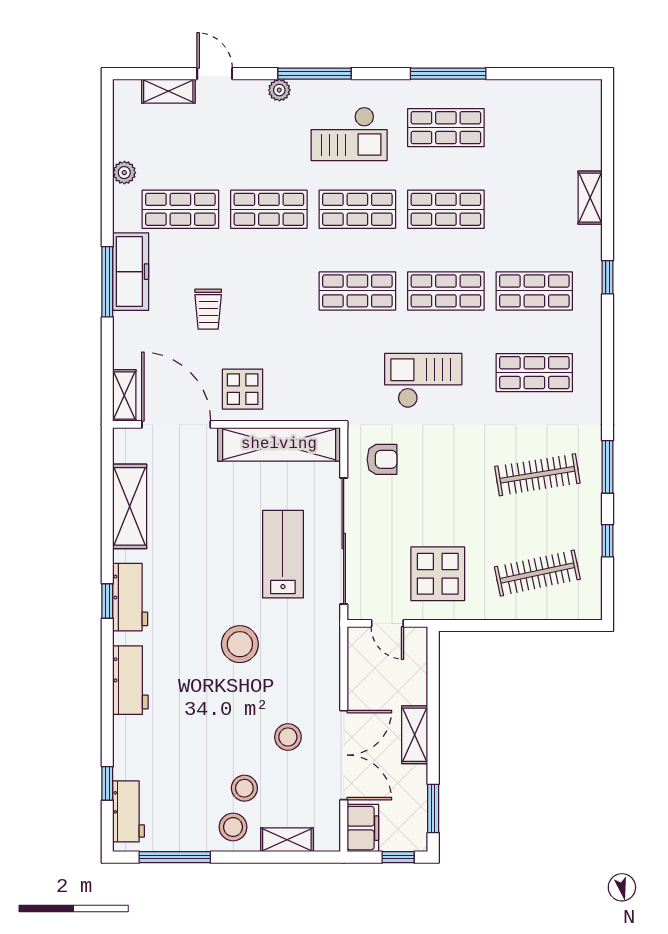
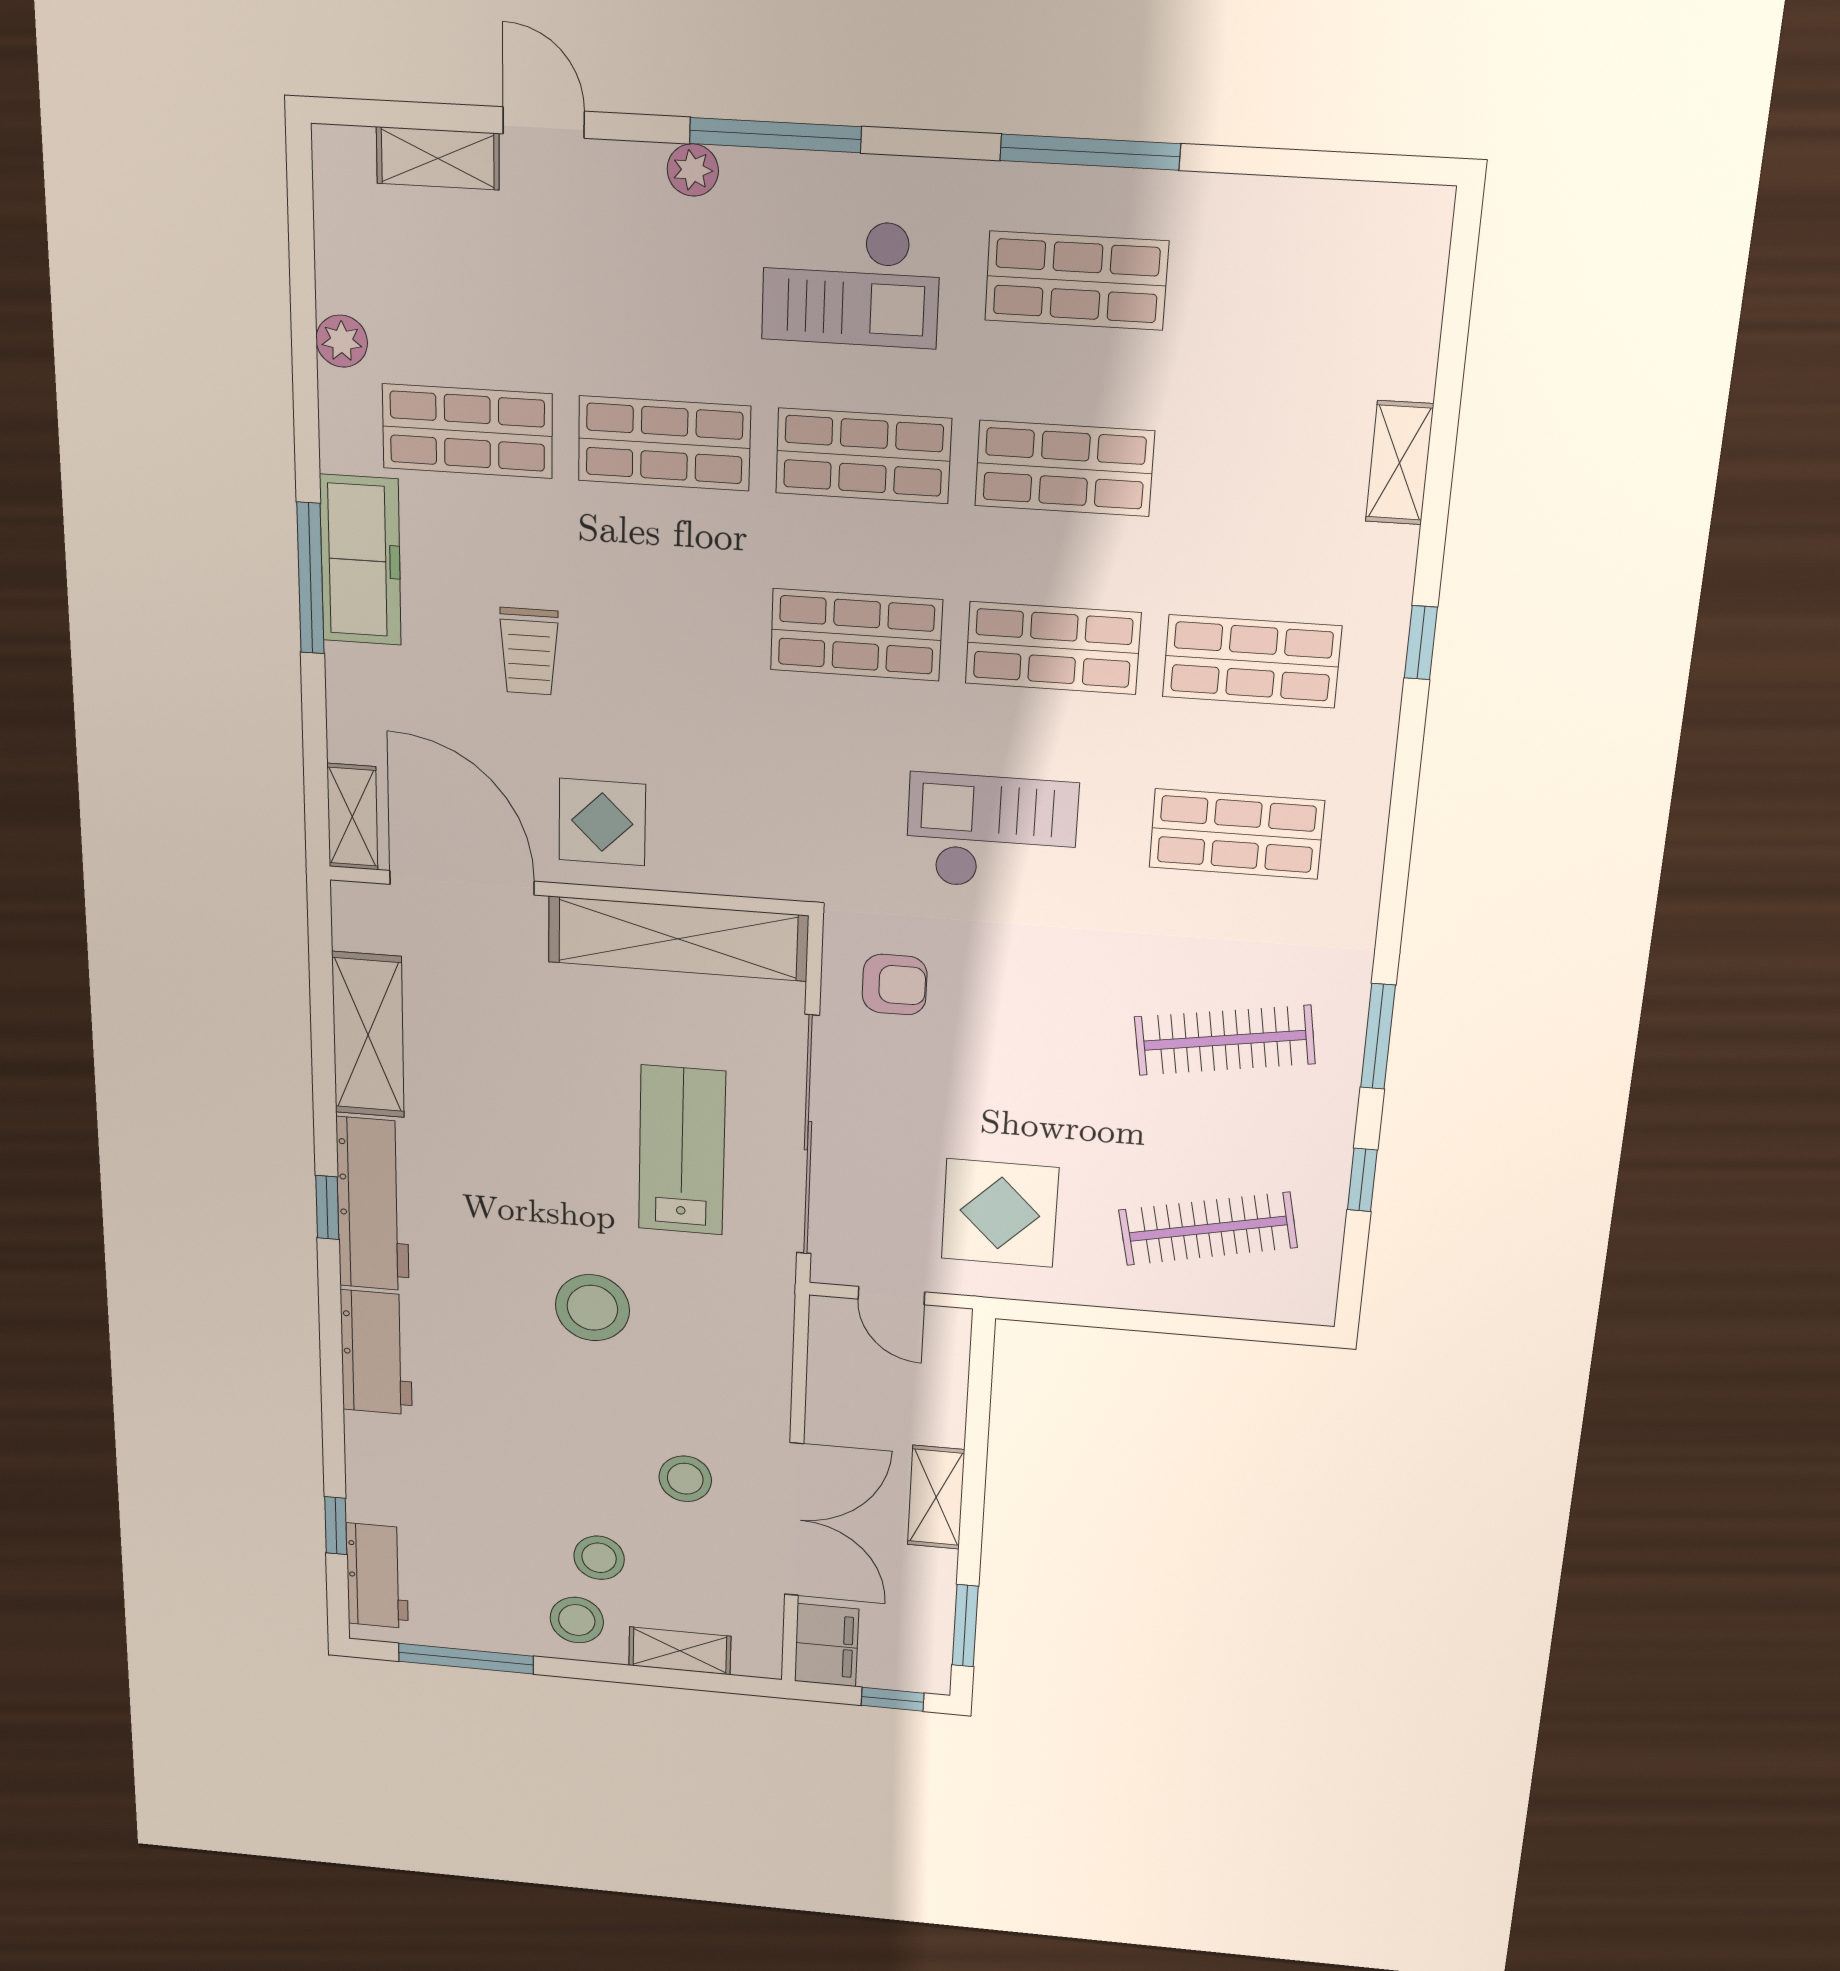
workbench: (130, 597) -> (373, 1204), width x1.38

